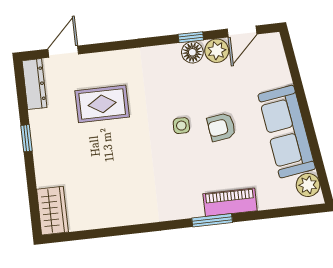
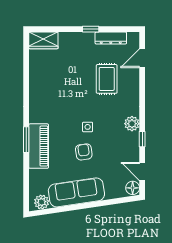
plant: (217, 51) -> (132, 124), moved
door: (63, 52) -> (142, 58), swing flipped
floor lamp: (192, 52) -> (133, 188), moved
dresser: (35, 84) -> (111, 38), moved
piano: (230, 202) -> (39, 146), width x1.37, depth x1.33

